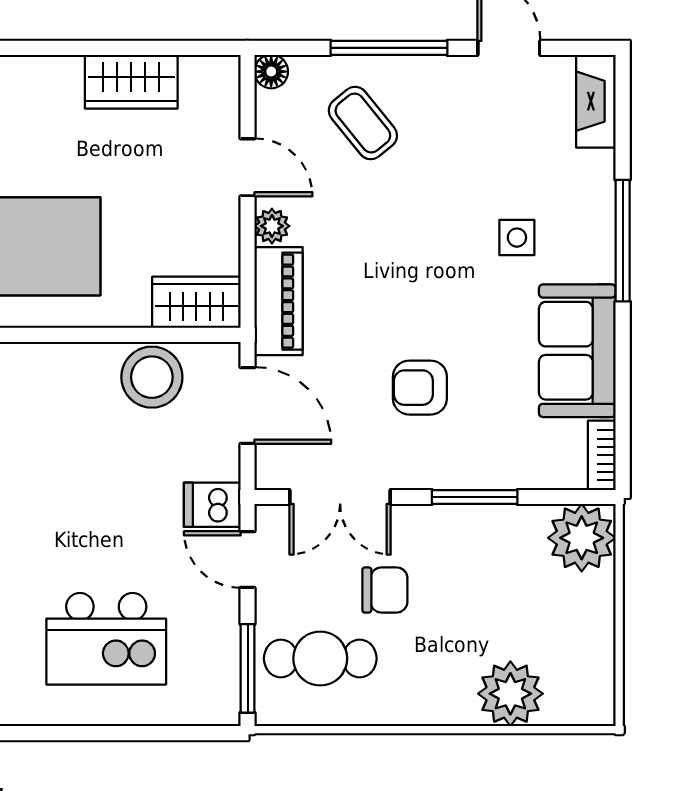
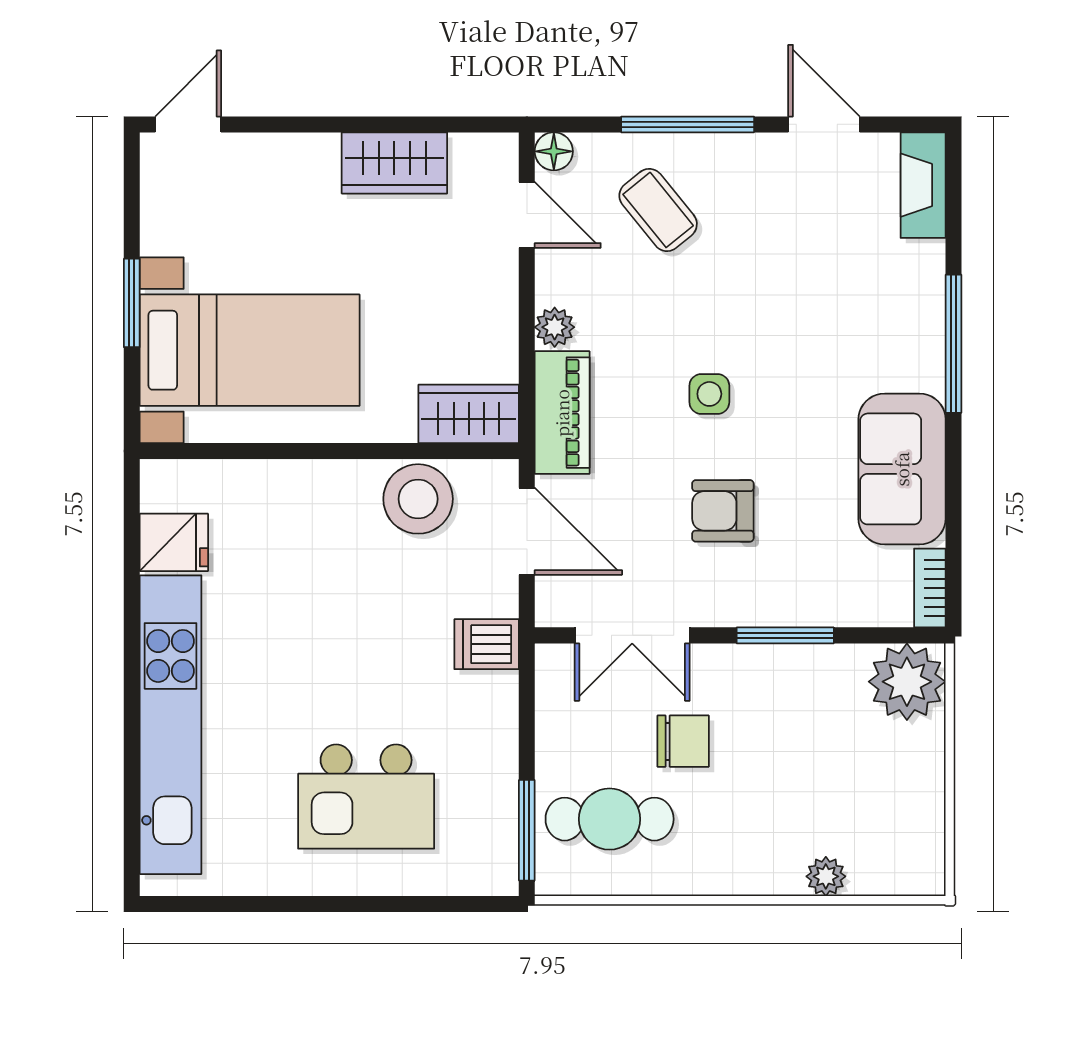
door: (248, 167) -> (527, 215), moved
side table: (517, 238) -> (709, 394), moved
door: (248, 560) -> (527, 707), removed
plant: (510, 694) -> (826, 876), width x0.53, depth x0.53

